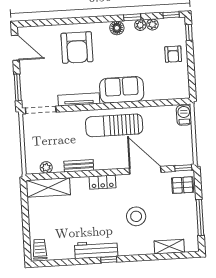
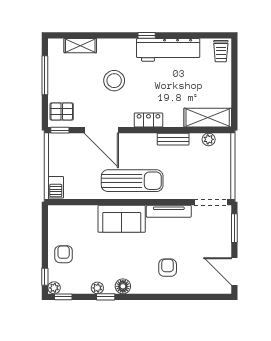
plant: (152, 24) -> (54, 288), moved
armchair: (77, 47) -> (168, 268), width x0.53, depth x0.53
workbench: (96, 250) -> (168, 50), width x1.36, depth x1.32

